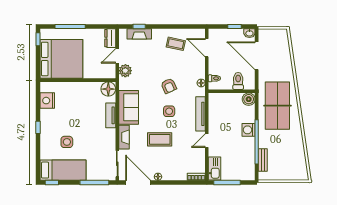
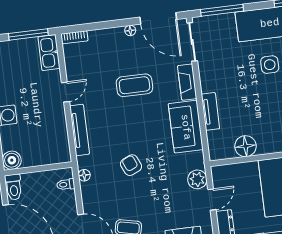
toilet: (238, 81) -> (14, 187), moved
floor lamp: (108, 89) -> (245, 146), moved
side table: (169, 111) -> (126, 128), removed

